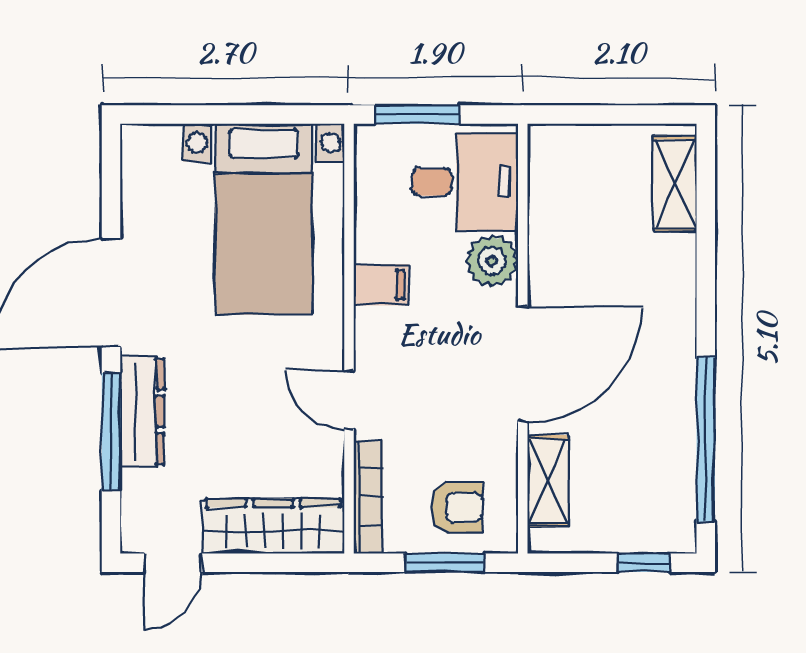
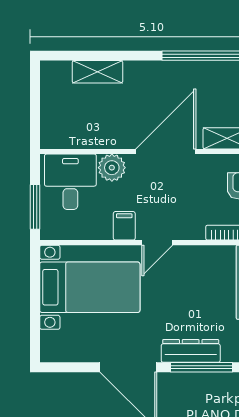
shelving: (675, 184) -> (97, 72), moved
door: (523, 364) -> (166, 152), hinge flipped
door: (349, 400) -> (157, 243), moved

